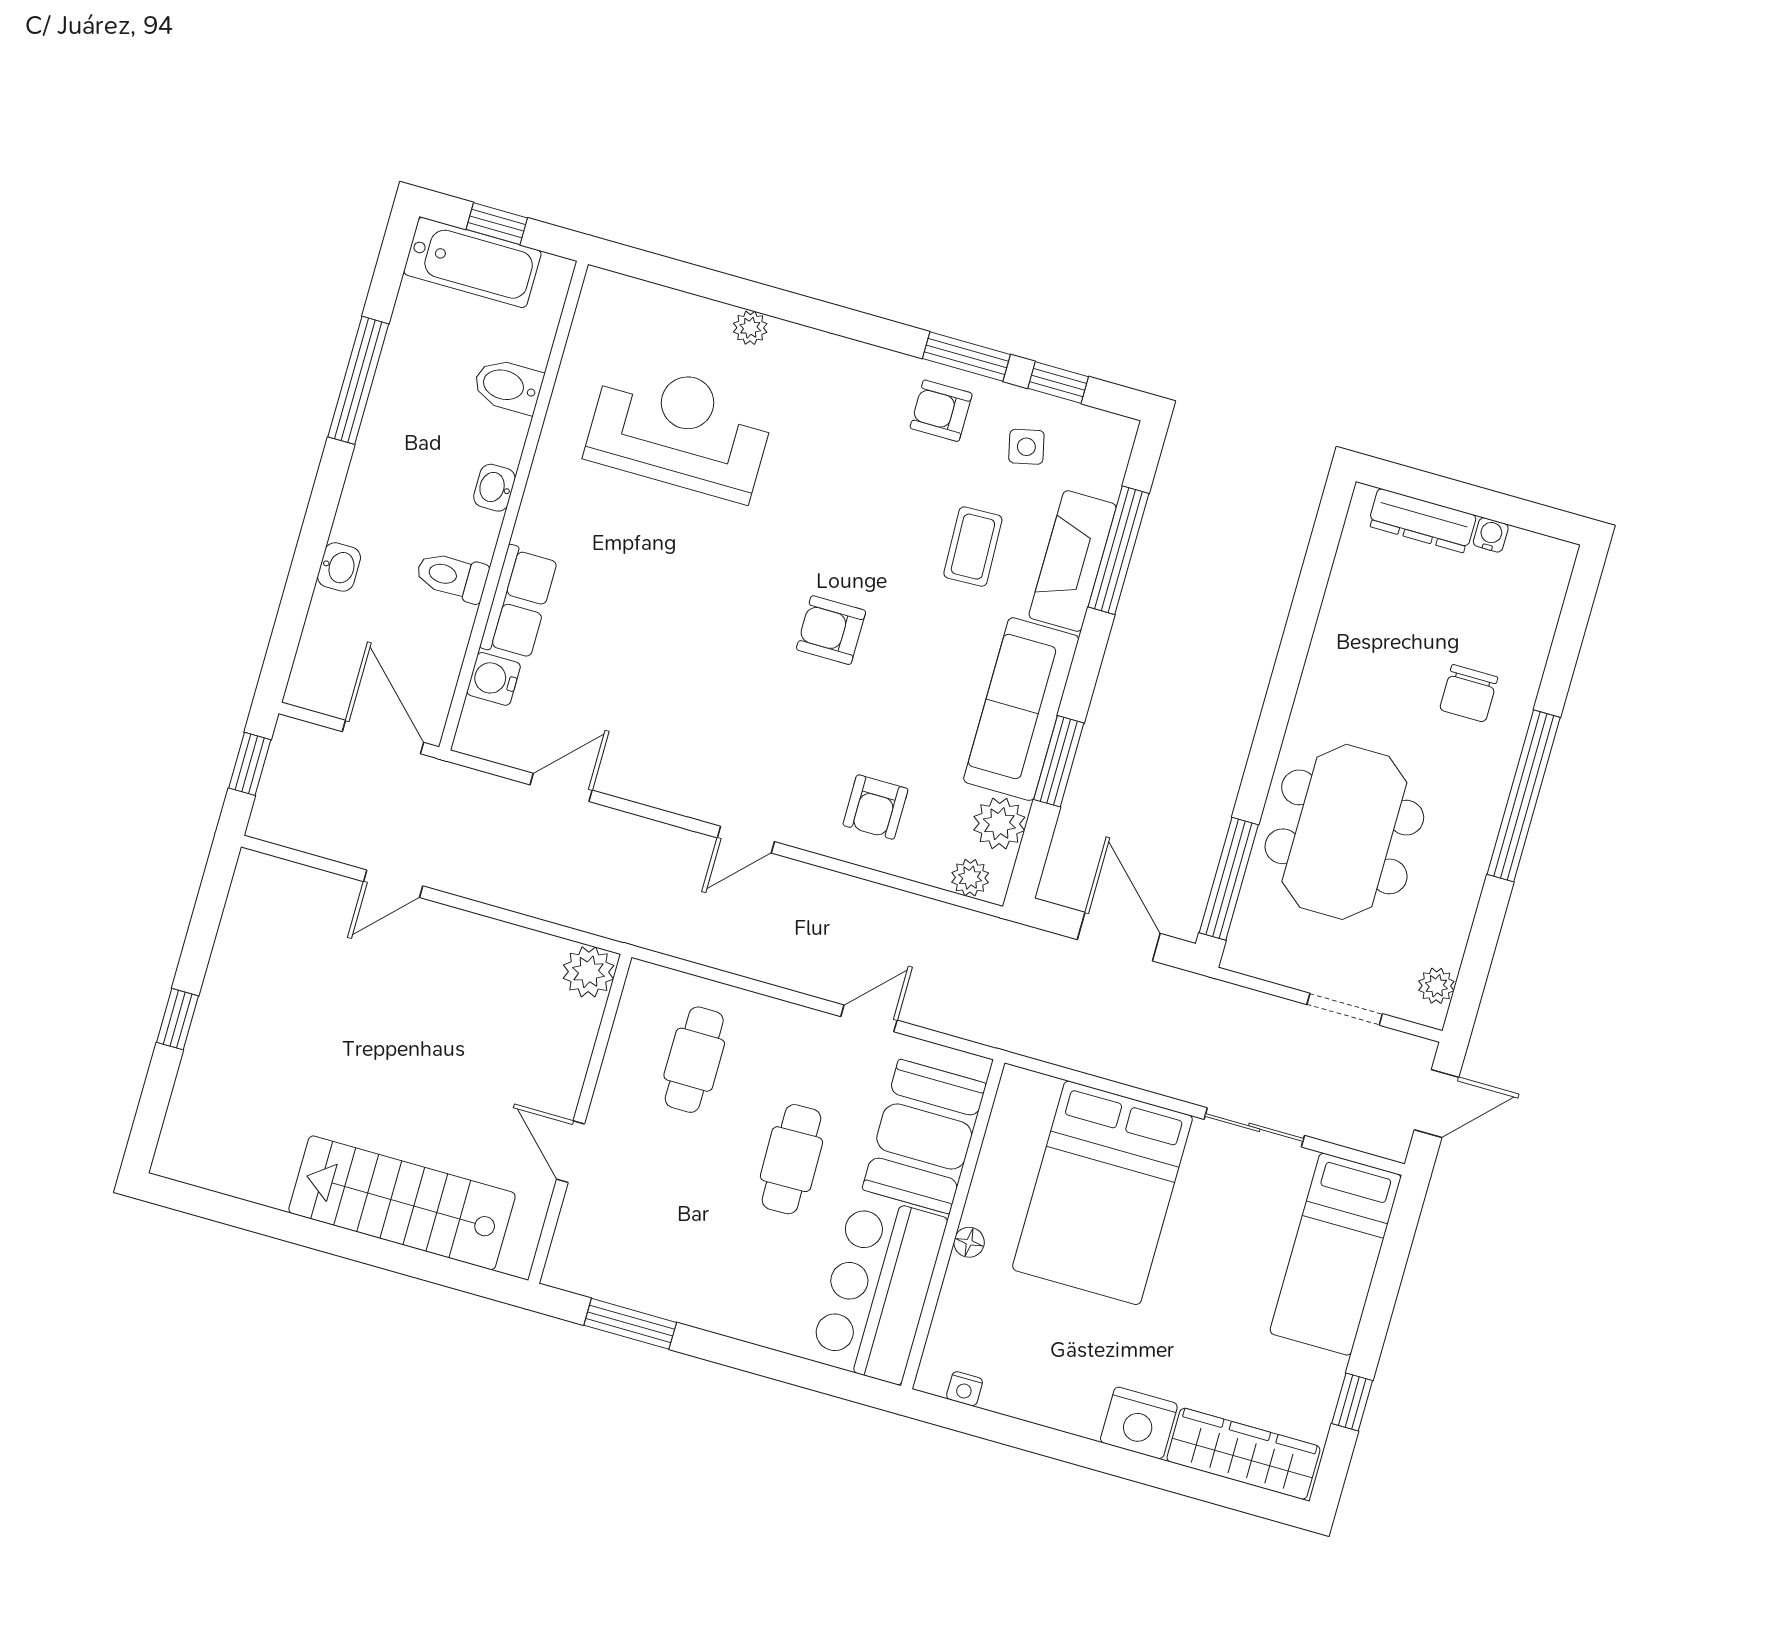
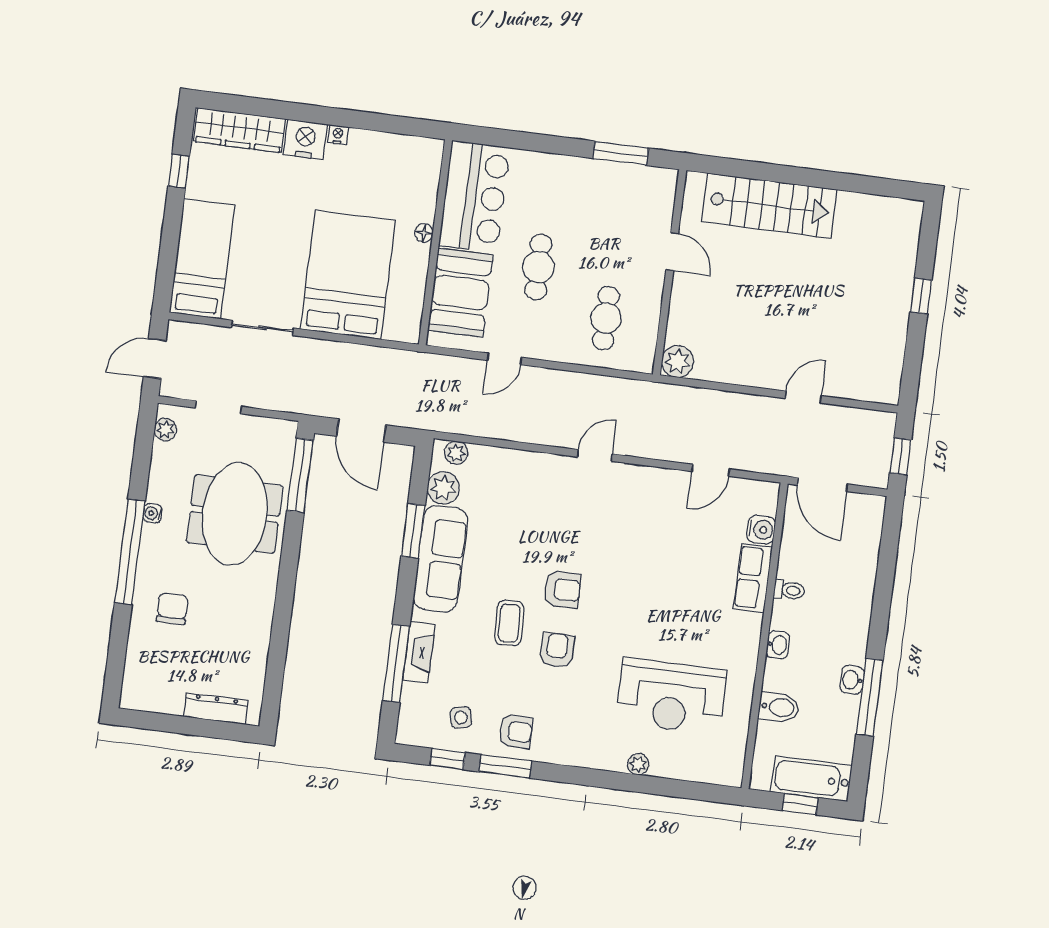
water cooler: (1491, 535) -> (153, 513), moved, turned 90
coffee table: (973, 547) -> (509, 623), moved
fireplace: (1073, 561) -> (419, 652), width x0.73, depth x0.76
washbasin: (339, 567) -> (852, 680), moved
toilet: (452, 576) -> (789, 590), width x0.73, depth x0.72
armchair: (875, 807) -> (557, 650), moved
nightstand: (965, 1389) -> (338, 135), moved

